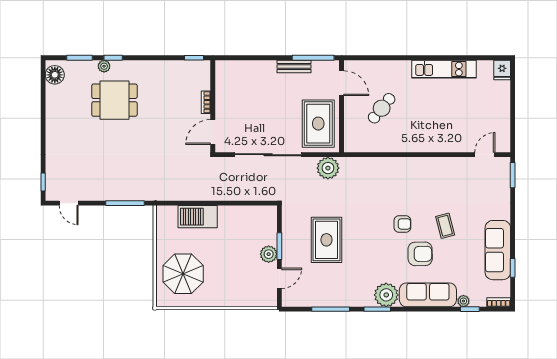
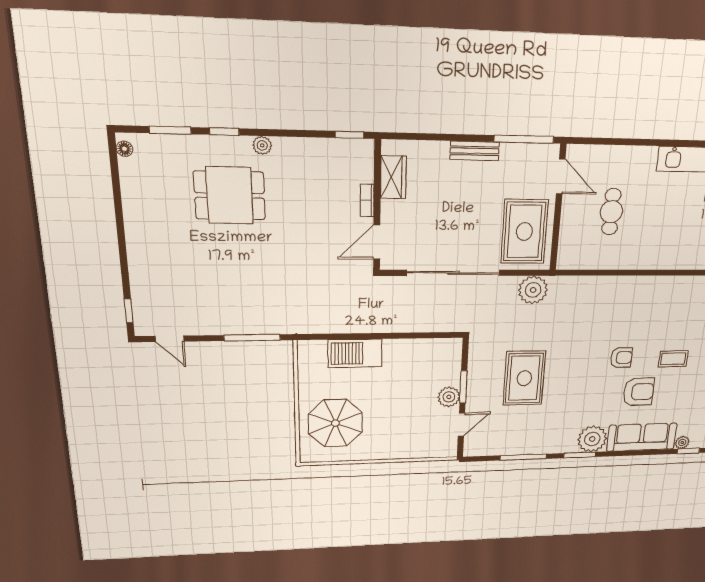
plant: (104, 66) -> (262, 145), moved
bench: (294, 66) -> (475, 151), moved
floor lamp: (55, 75) -> (124, 149), width x0.53, depth x0.53
wardrobe: (224, 86) -> (393, 177), added
cafe table: (382, 108) -> (611, 212), turned -39
coffee table: (445, 226) -> (673, 359), turned -75

